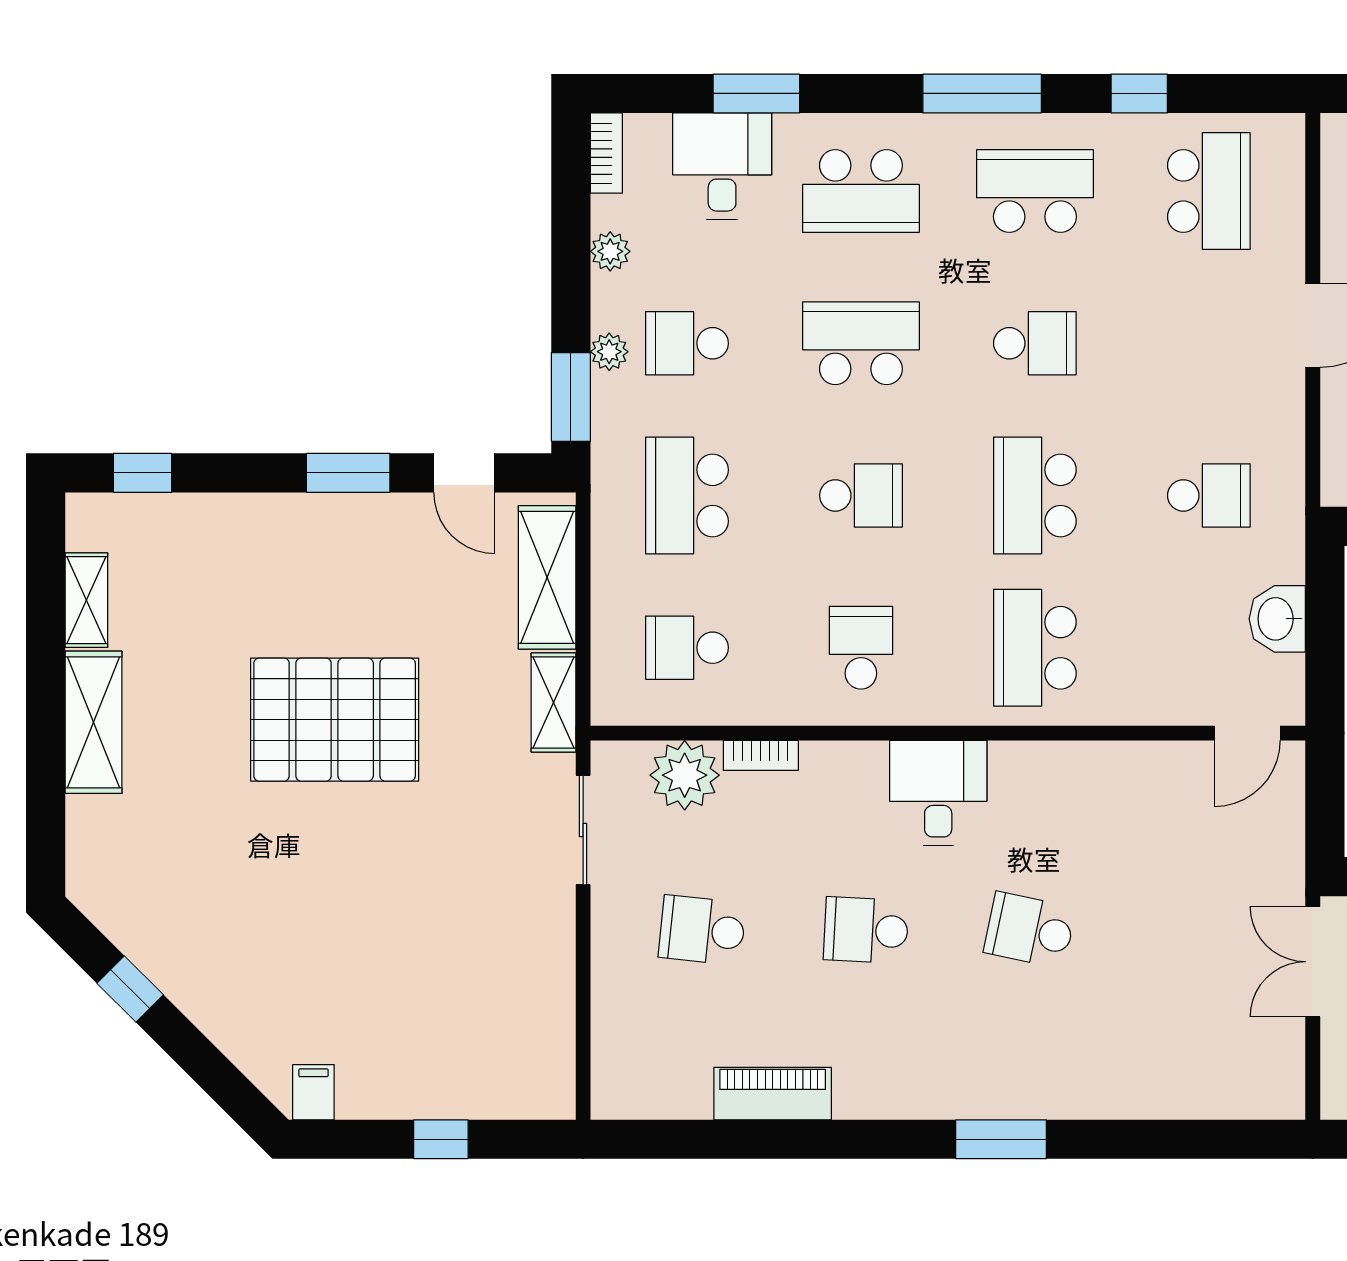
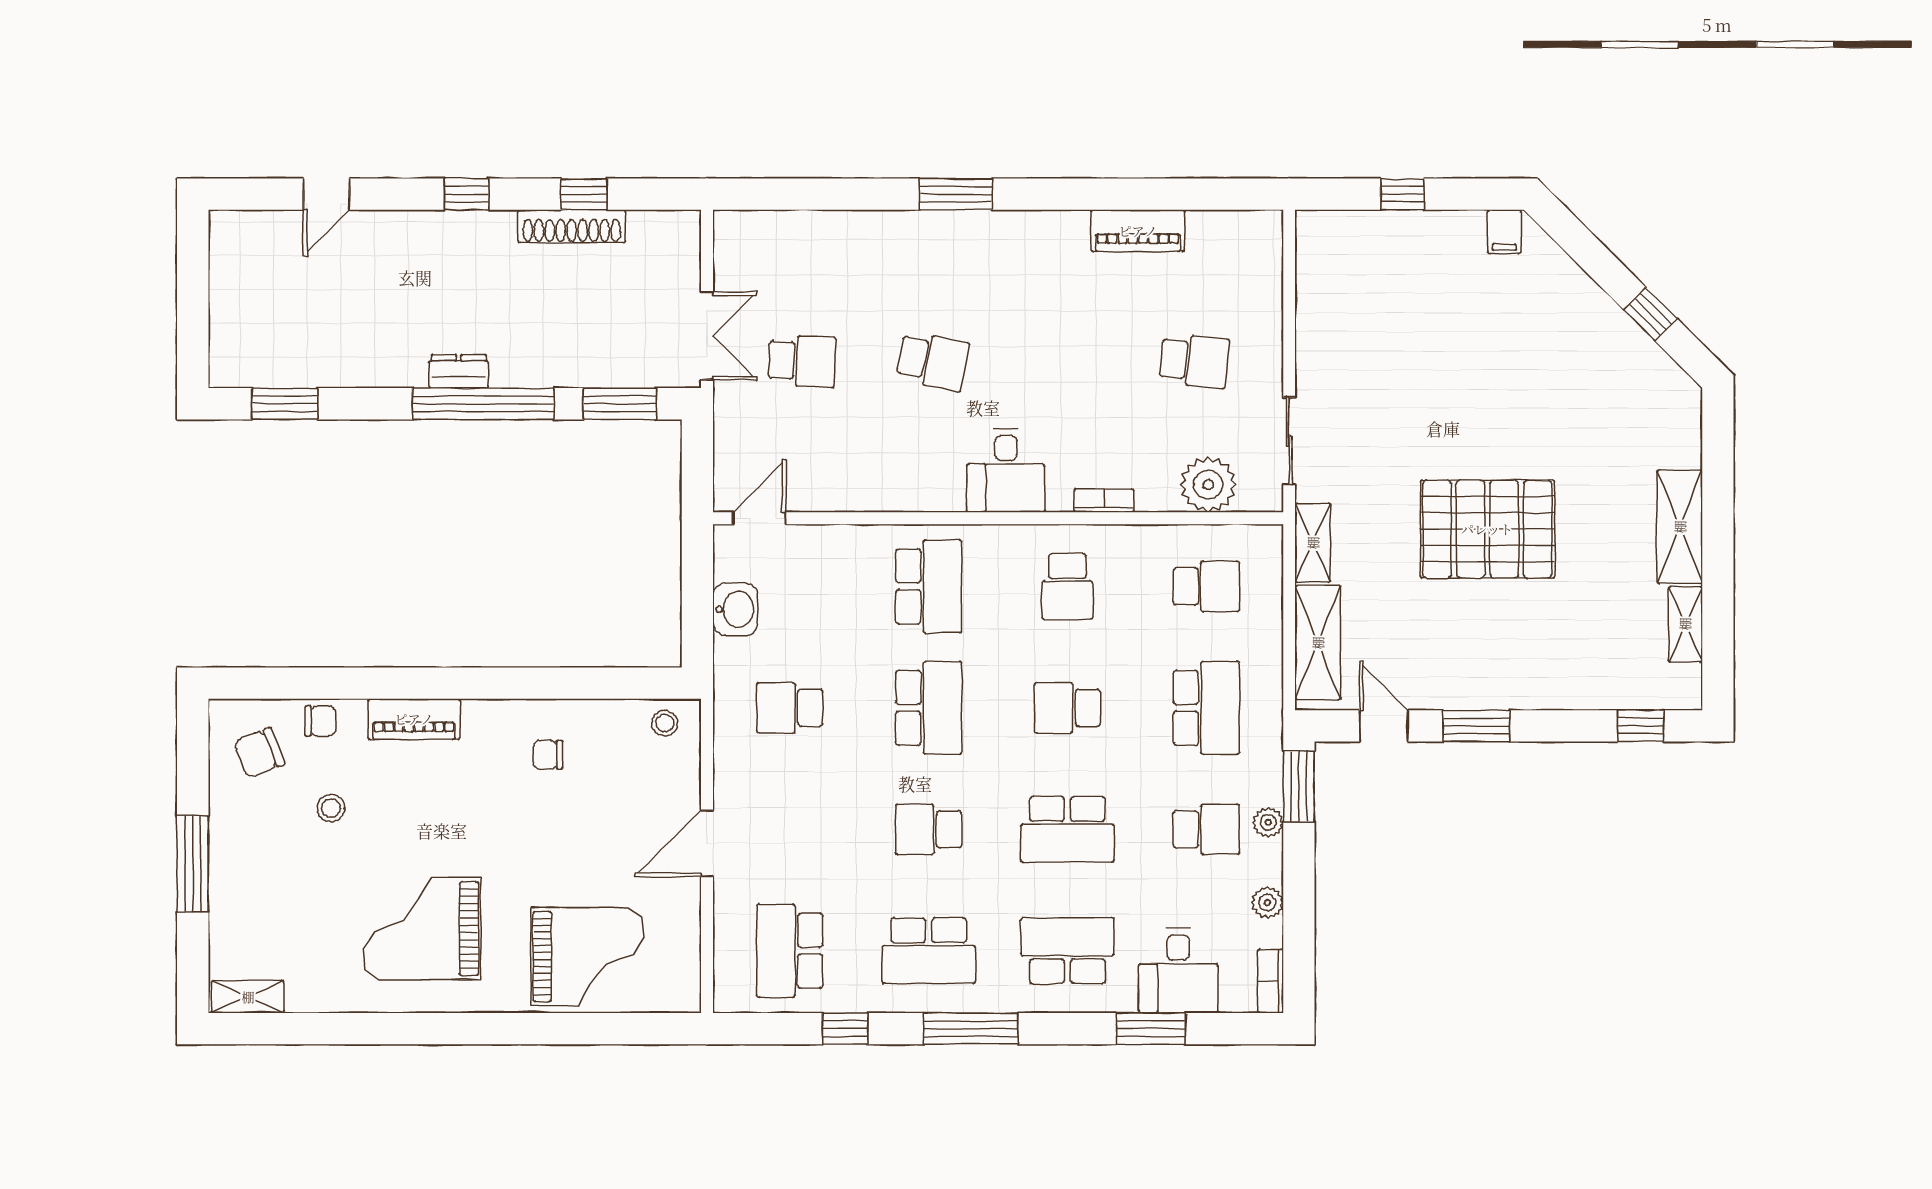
bookcase: (761, 755) -> (1104, 500), moved
school desk: (866, 930) -> (802, 361), moved

